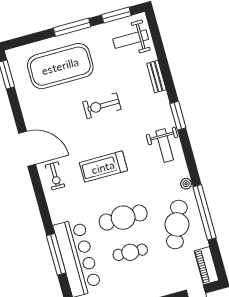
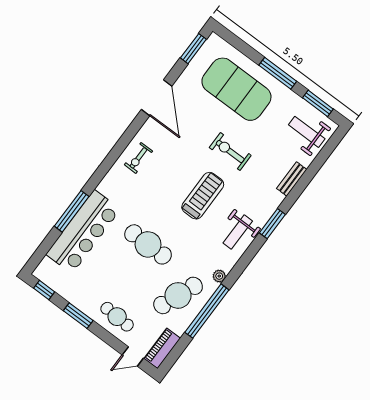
door: (27, 149) -> (157, 98), moved
treadmill: (103, 167) -> (203, 196), moved, turned 90
cafe table: (130, 252) -> (117, 317), moved

